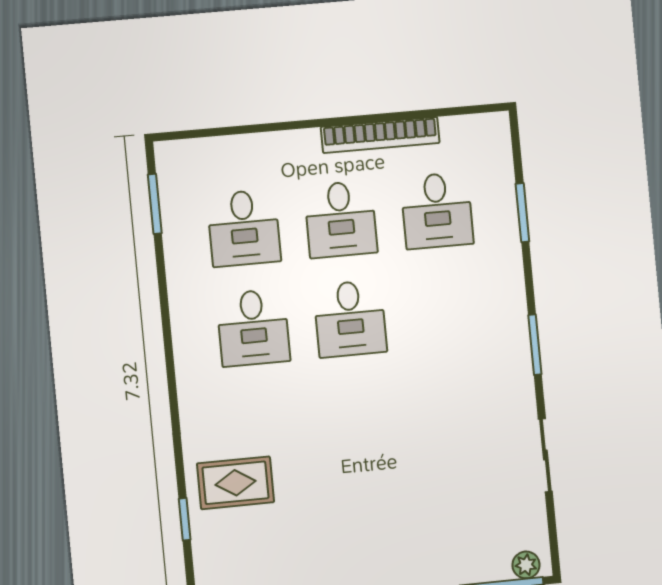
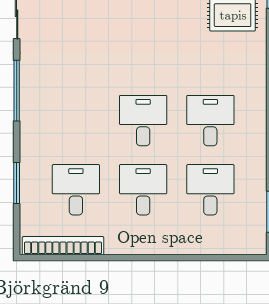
bookcase: (380, 135) -> (63, 246), moved
window: (535, 345) -> (17, 91), width x1.44

